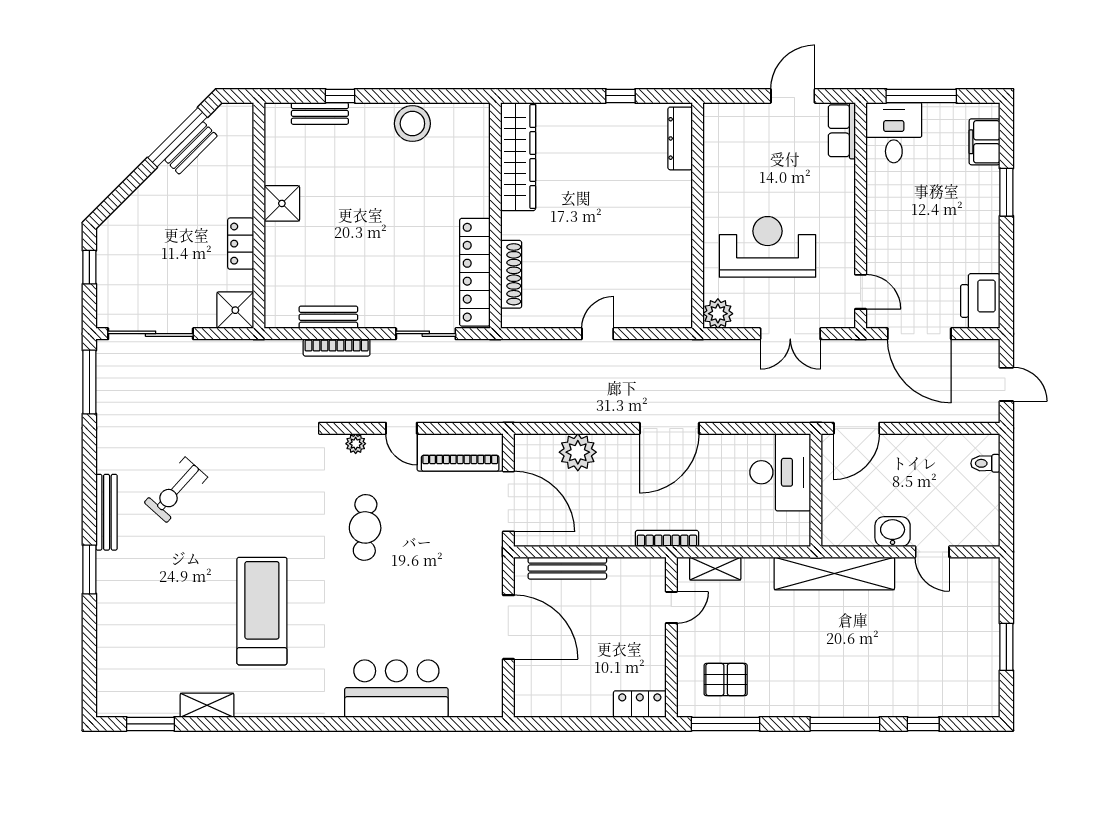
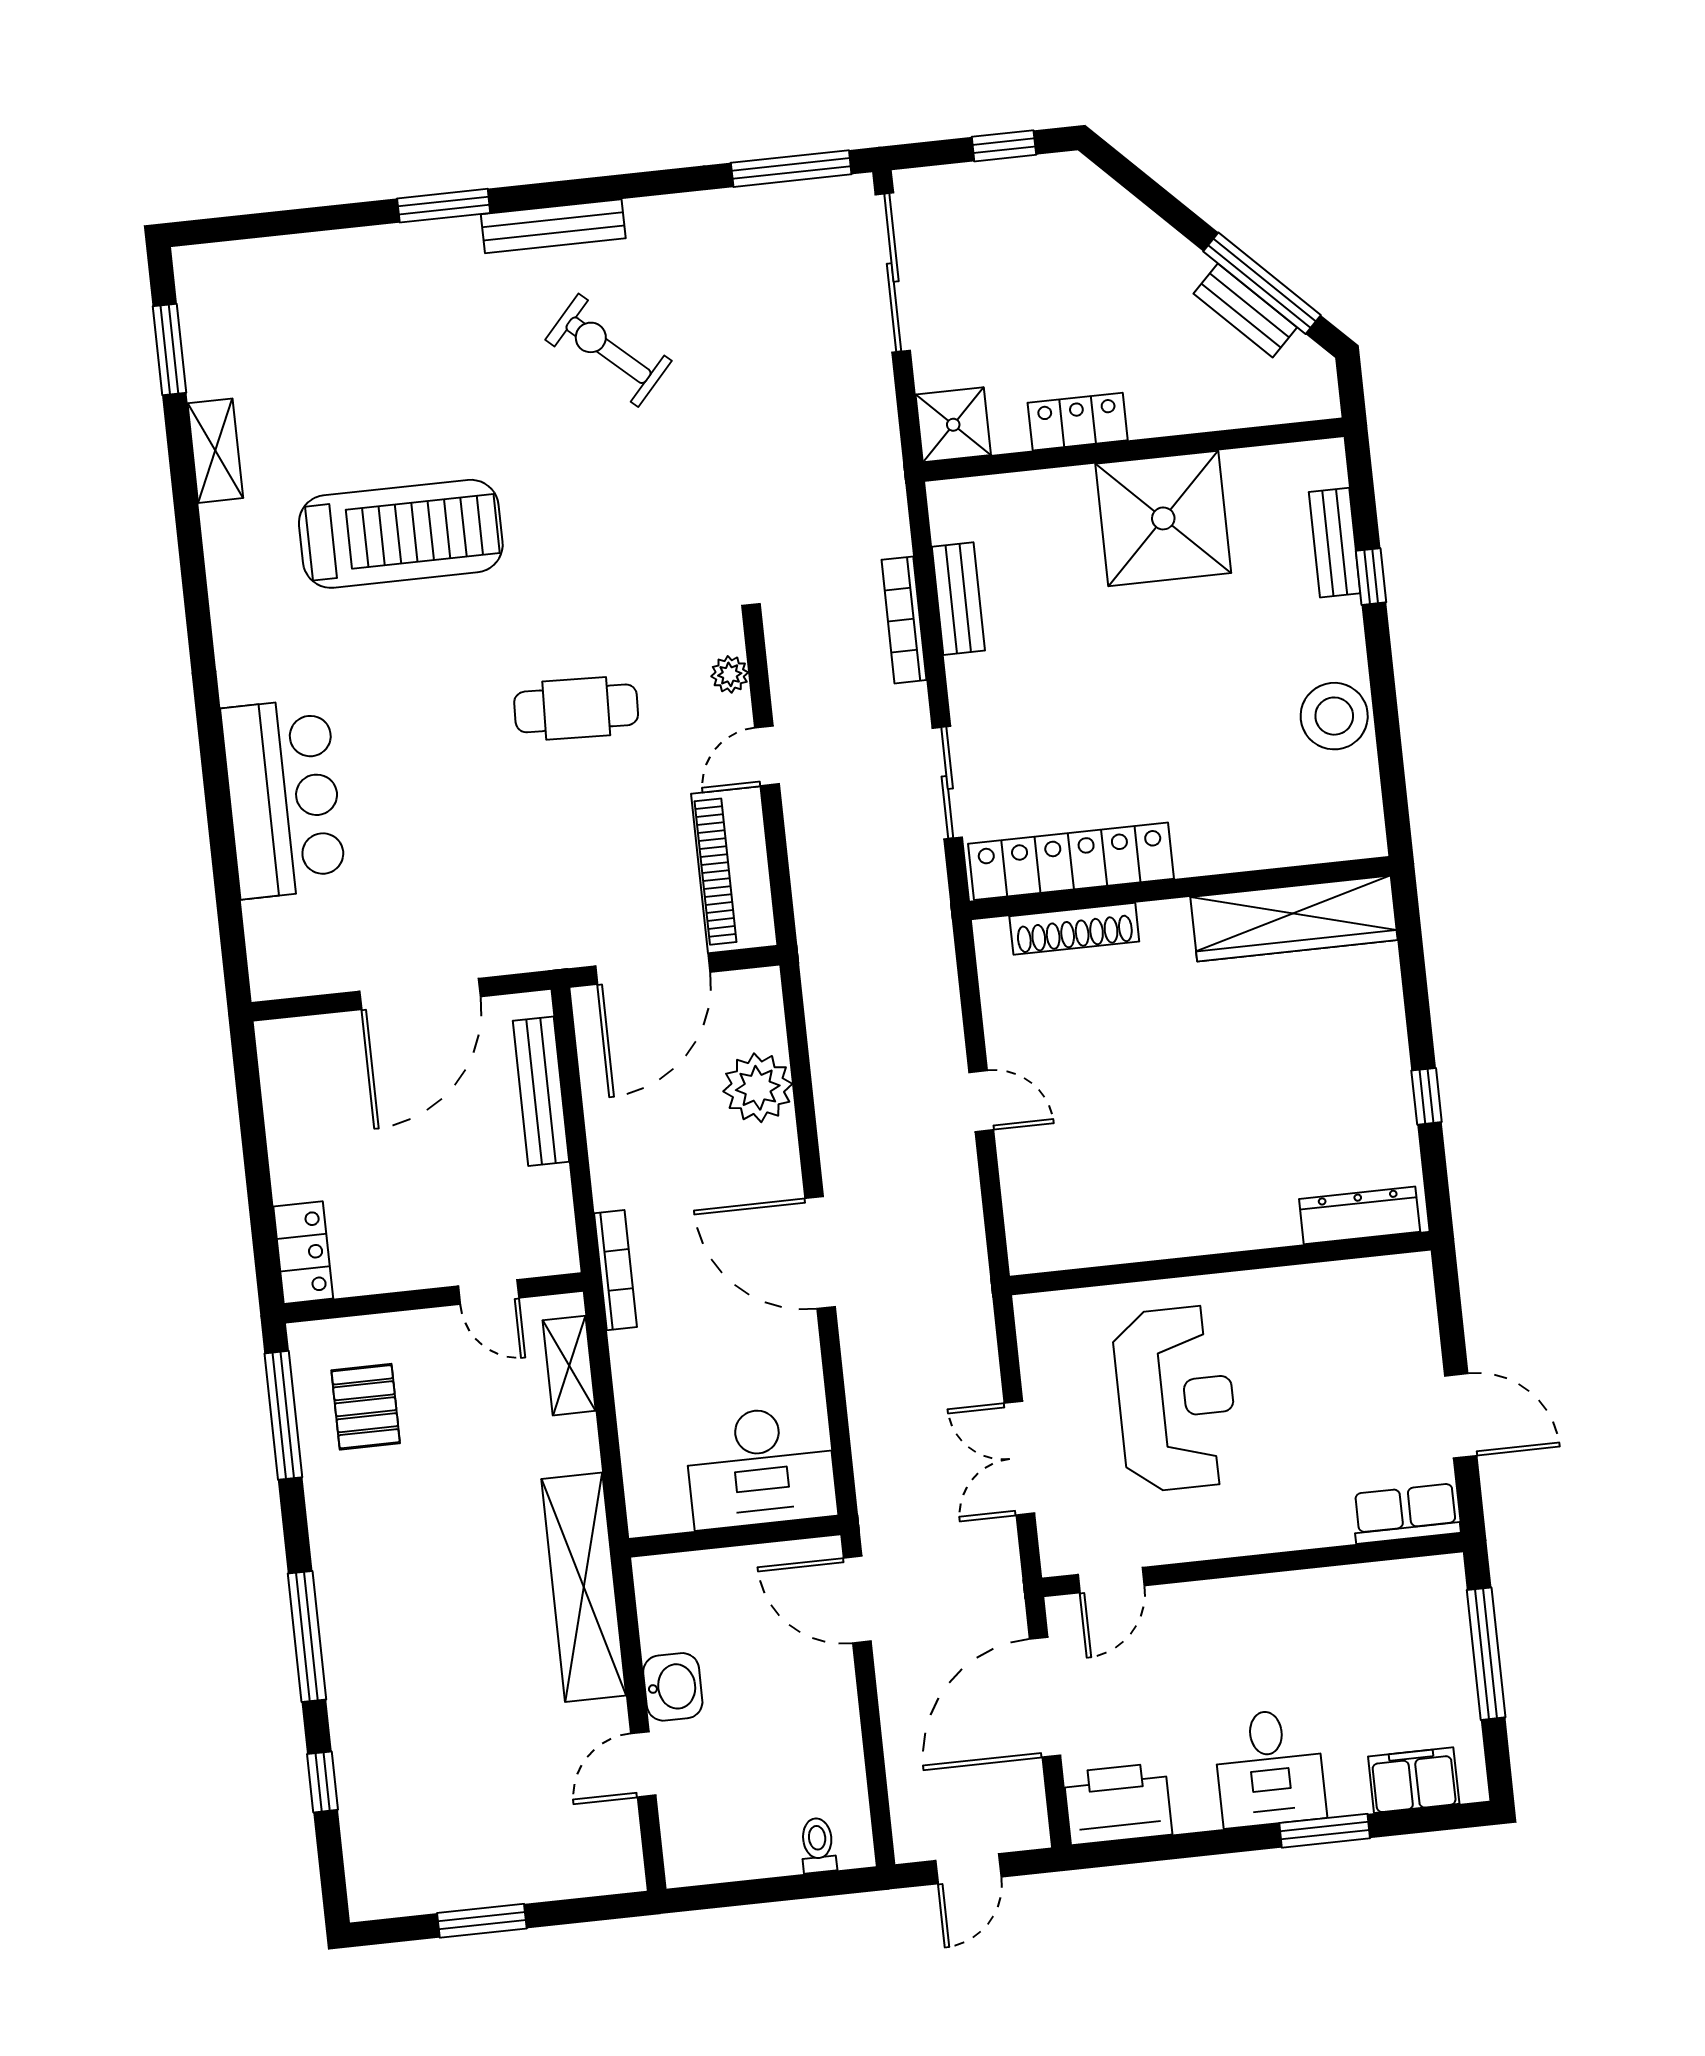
desk: (894, 133) -> (1270, 1768), moved, turned 90
shower: (282, 203) -> (1163, 518), width x1.86, depth x1.86
plant: (718, 314) -> (1043, 1320), removed

